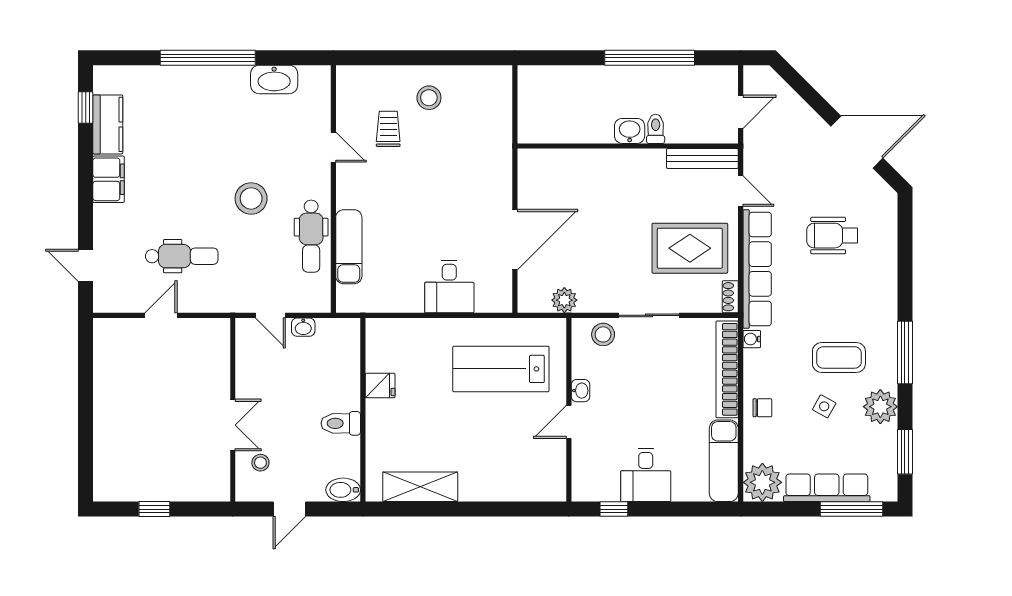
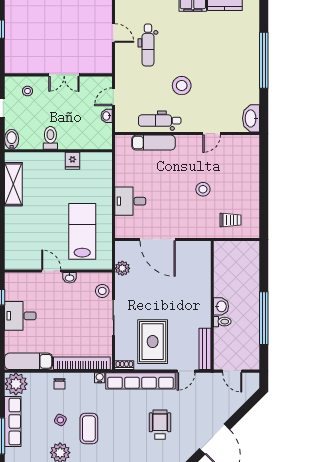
washbasin: (274, 79) -> (251, 118), moved
stool: (429, 98) -> (203, 189), moved
trolley: (388, 129) -> (230, 220), moved
double door: (233, 425) -> (64, 75), moved

